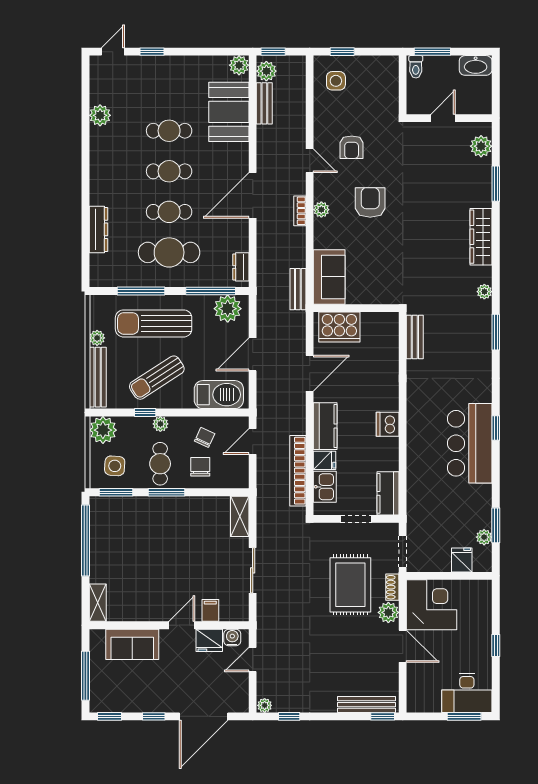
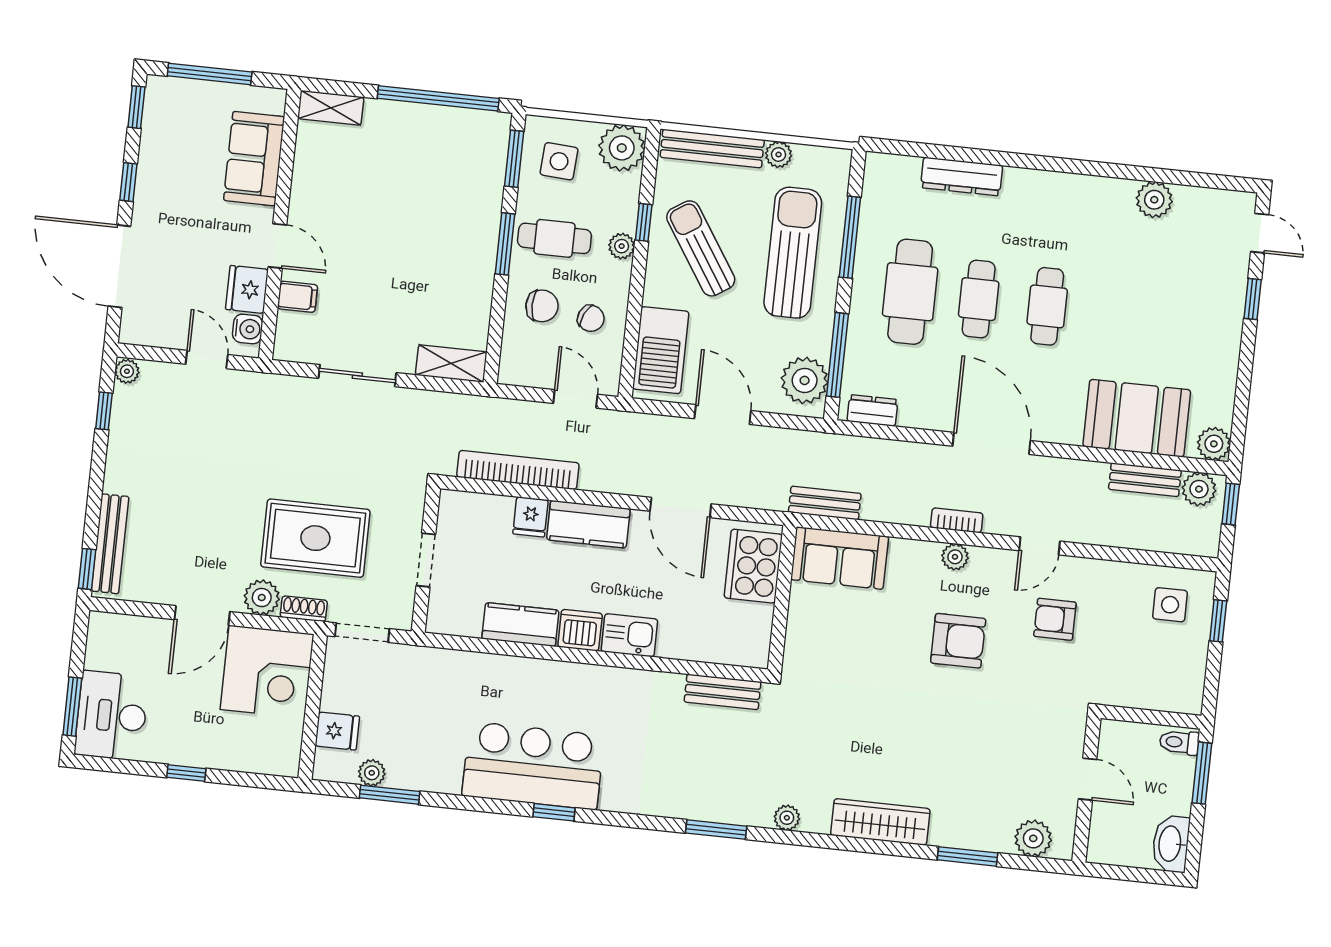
cafe table: (169, 131) -> (1116, 314), removed
kitchen sink: (325, 487) -> (629, 635), moved, turned 180
kitchen counter: (388, 493) -> (520, 624), moved

